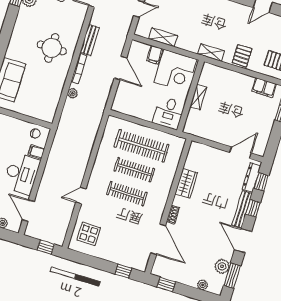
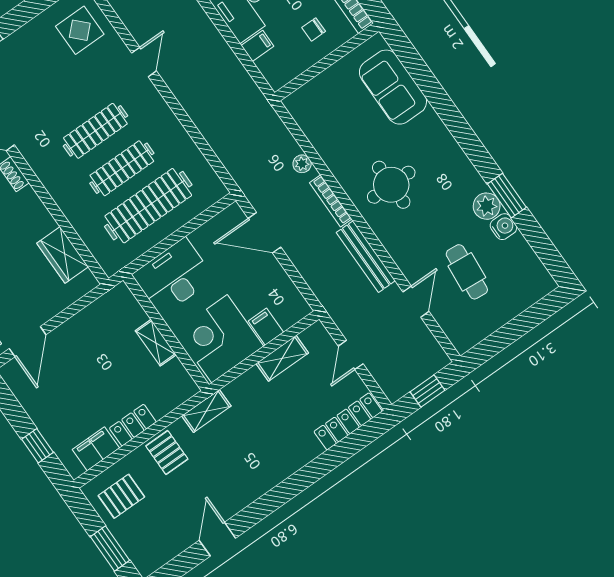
bench: (90, 40) -> (366, 257), width x1.36
door: (120, 68) -> (265, 233), moved
locker: (242, 80) -> (133, 425), added
desk: (169, 113) -> (173, 277), width x1.37
chair: (35, 133) -> (314, 29), moved
wardrobe: (186, 183) -> (63, 255), moved

